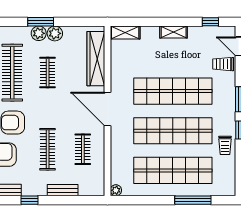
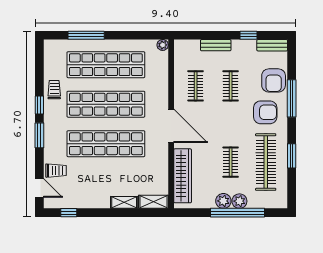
window: (41, 22) -> (237, 213), width x2.11
shelving: (174, 32) -> (124, 202), moved
clothes rail: (48, 149) -> (231, 86), width x0.73

